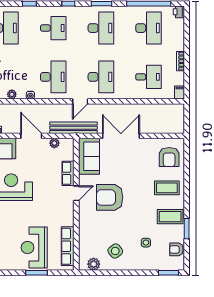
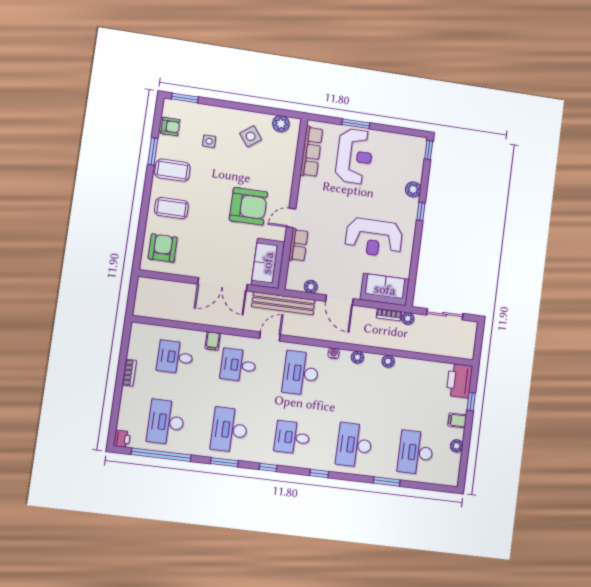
desk: (101, 77) -> (238, 365), width x0.73
filing cabinet: (179, 93) -> (213, 341), moved

